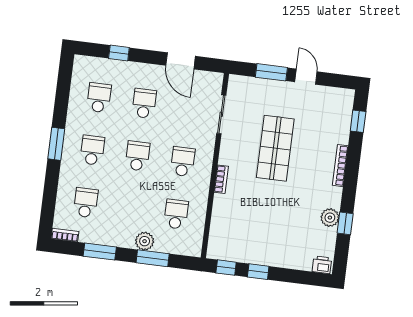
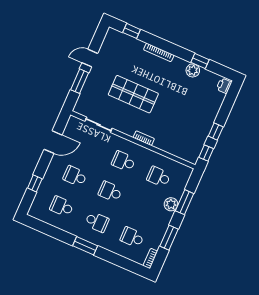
school desk: (92, 150) -> (97, 222), turned 180

